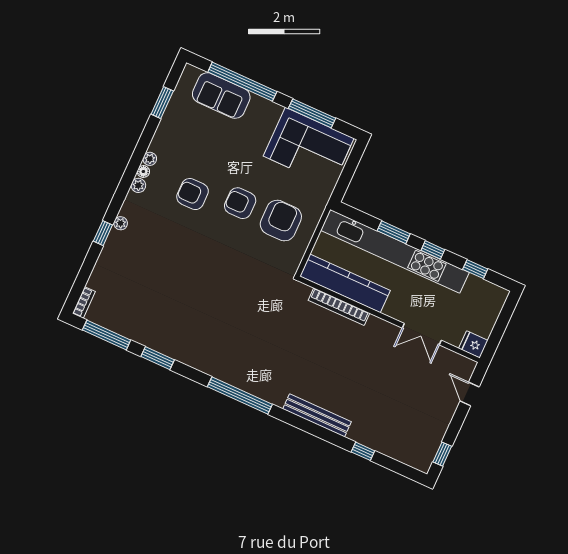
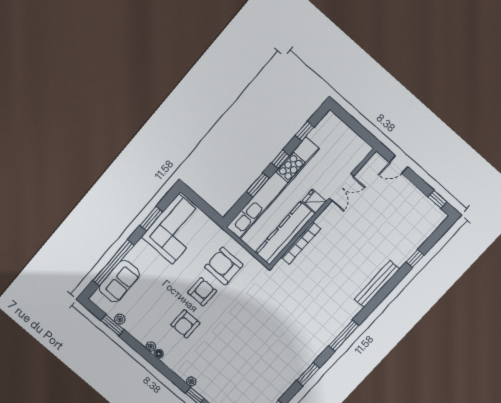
window: (312, 113) -> (151, 219), width x0.69
plant: (138, 185) -> (120, 319), moved
armchair: (240, 203) -> (202, 292), turned 180
fridge: (473, 344) -> (314, 201), moved, turned 90
window: (158, 358) -> (308, 374), moved
window: (240, 395) -> (344, 336), width x0.68

